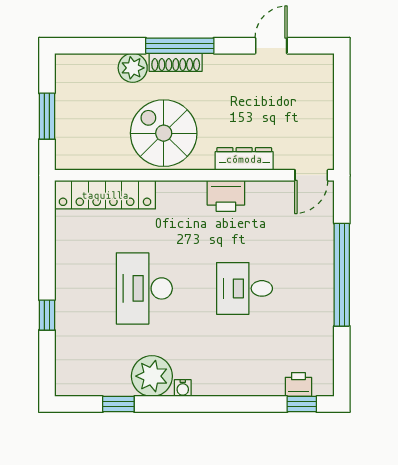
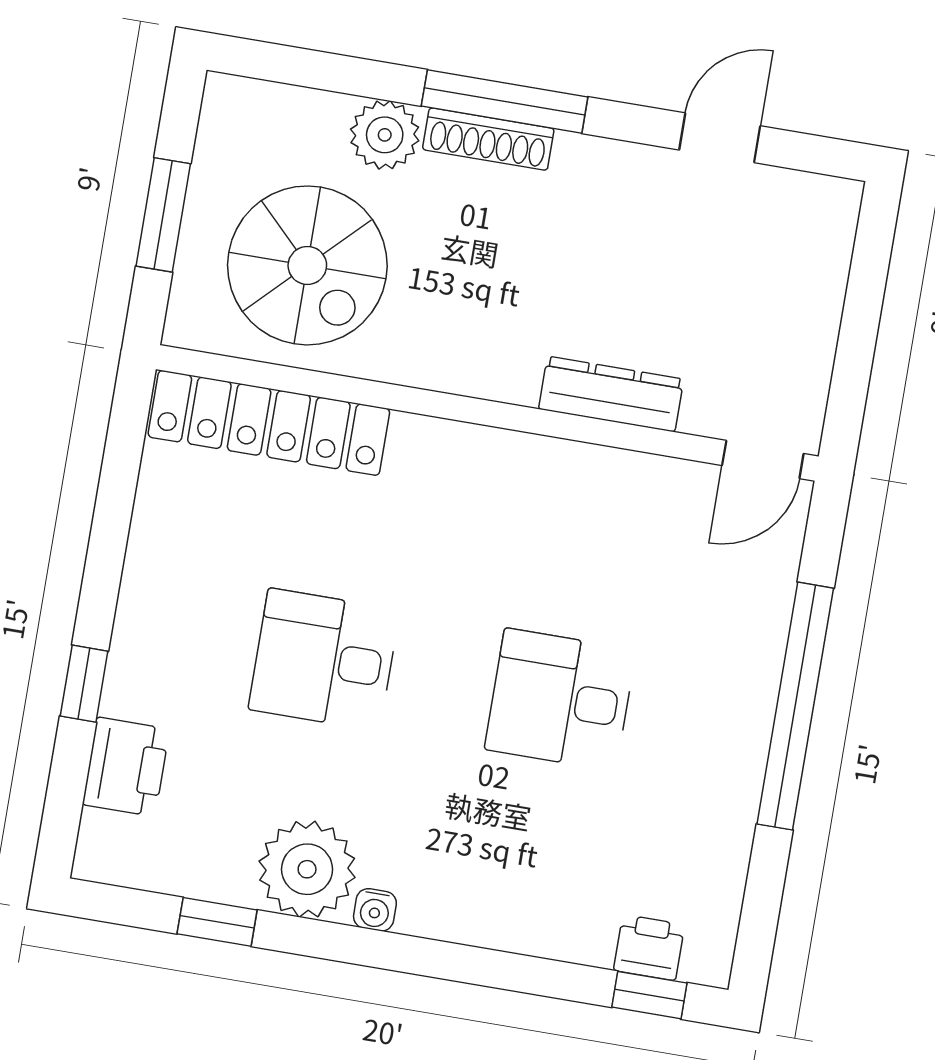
spiral stairs: (164, 133) -> (307, 265), moved, turned 180
printer: (226, 196) -> (126, 767), moved, turned -90
desk: (144, 288) -> (324, 660), width x0.73

